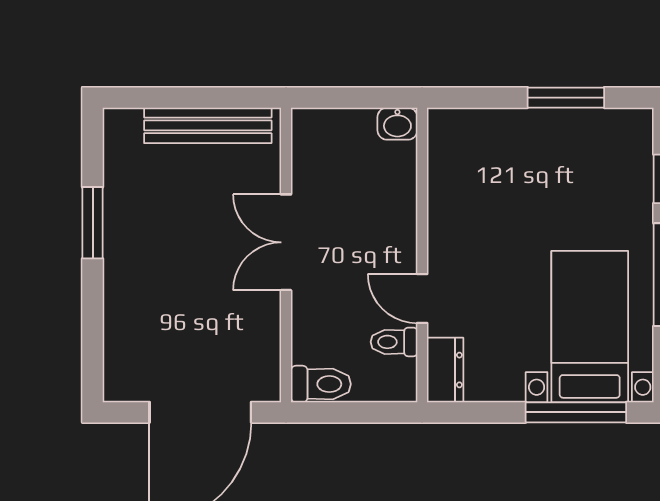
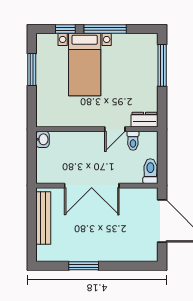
double door: (286, 242) -> (92, 186), width x1.37
bed with nightstands: (590, 327) -> (85, 65), moved, turned -90

